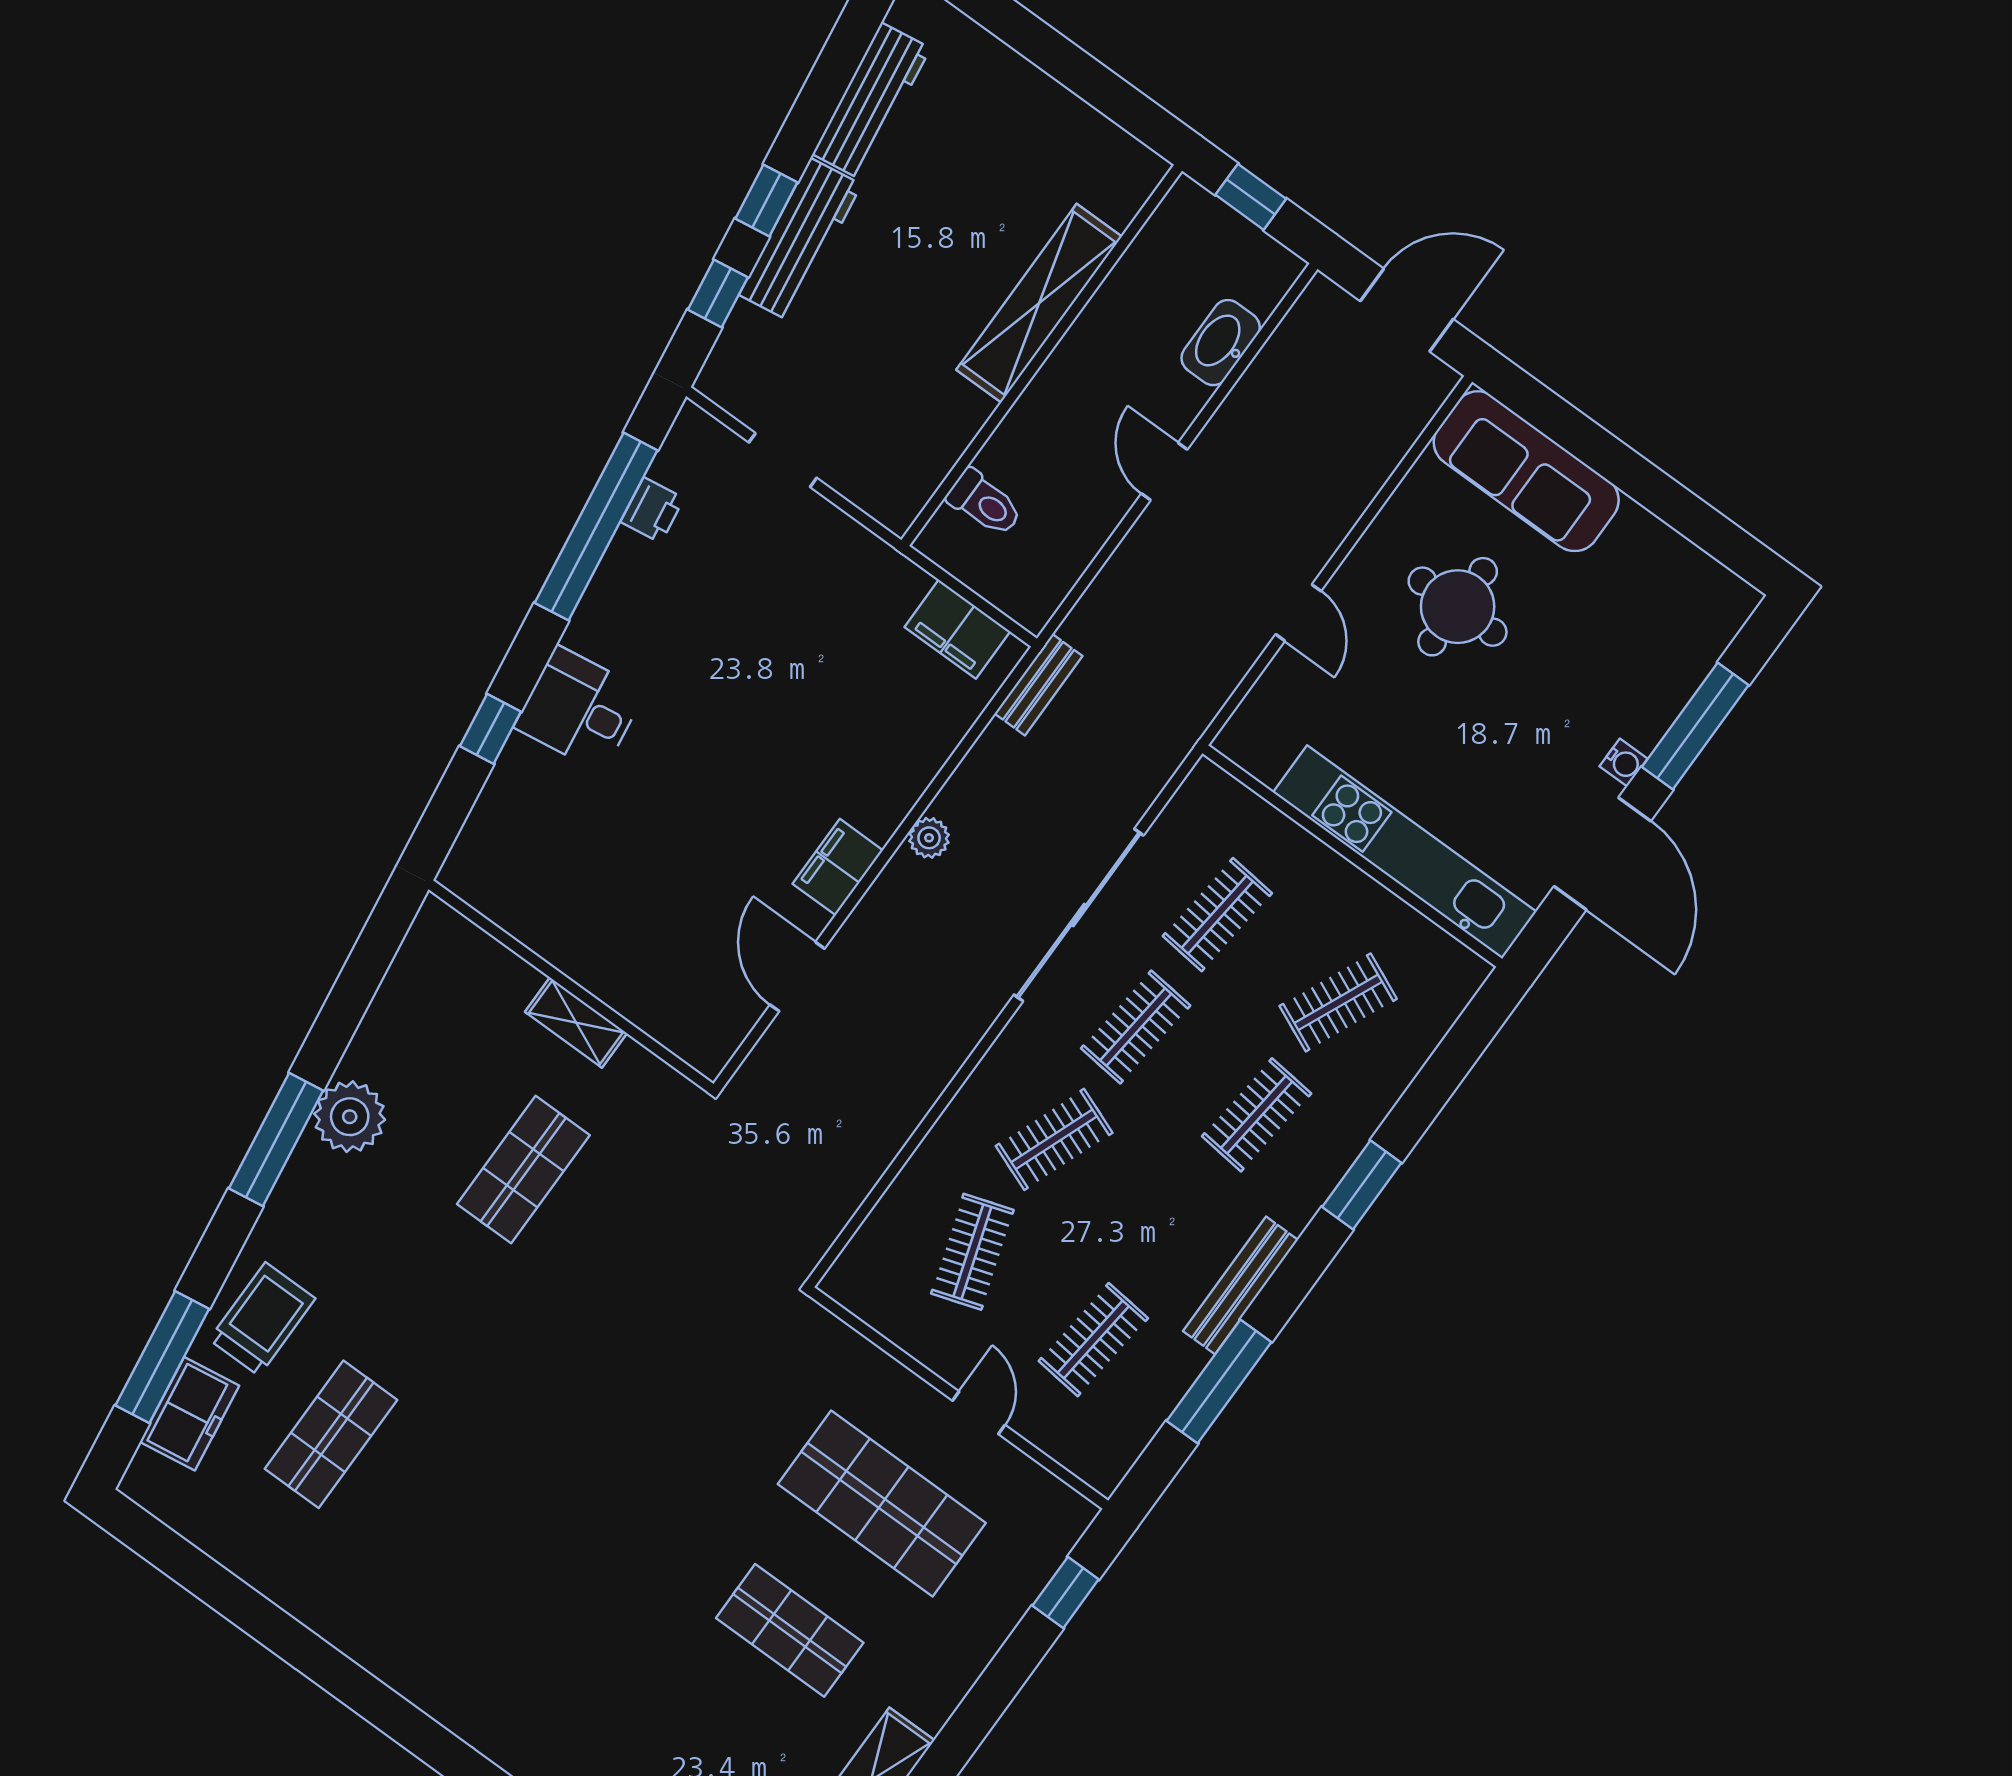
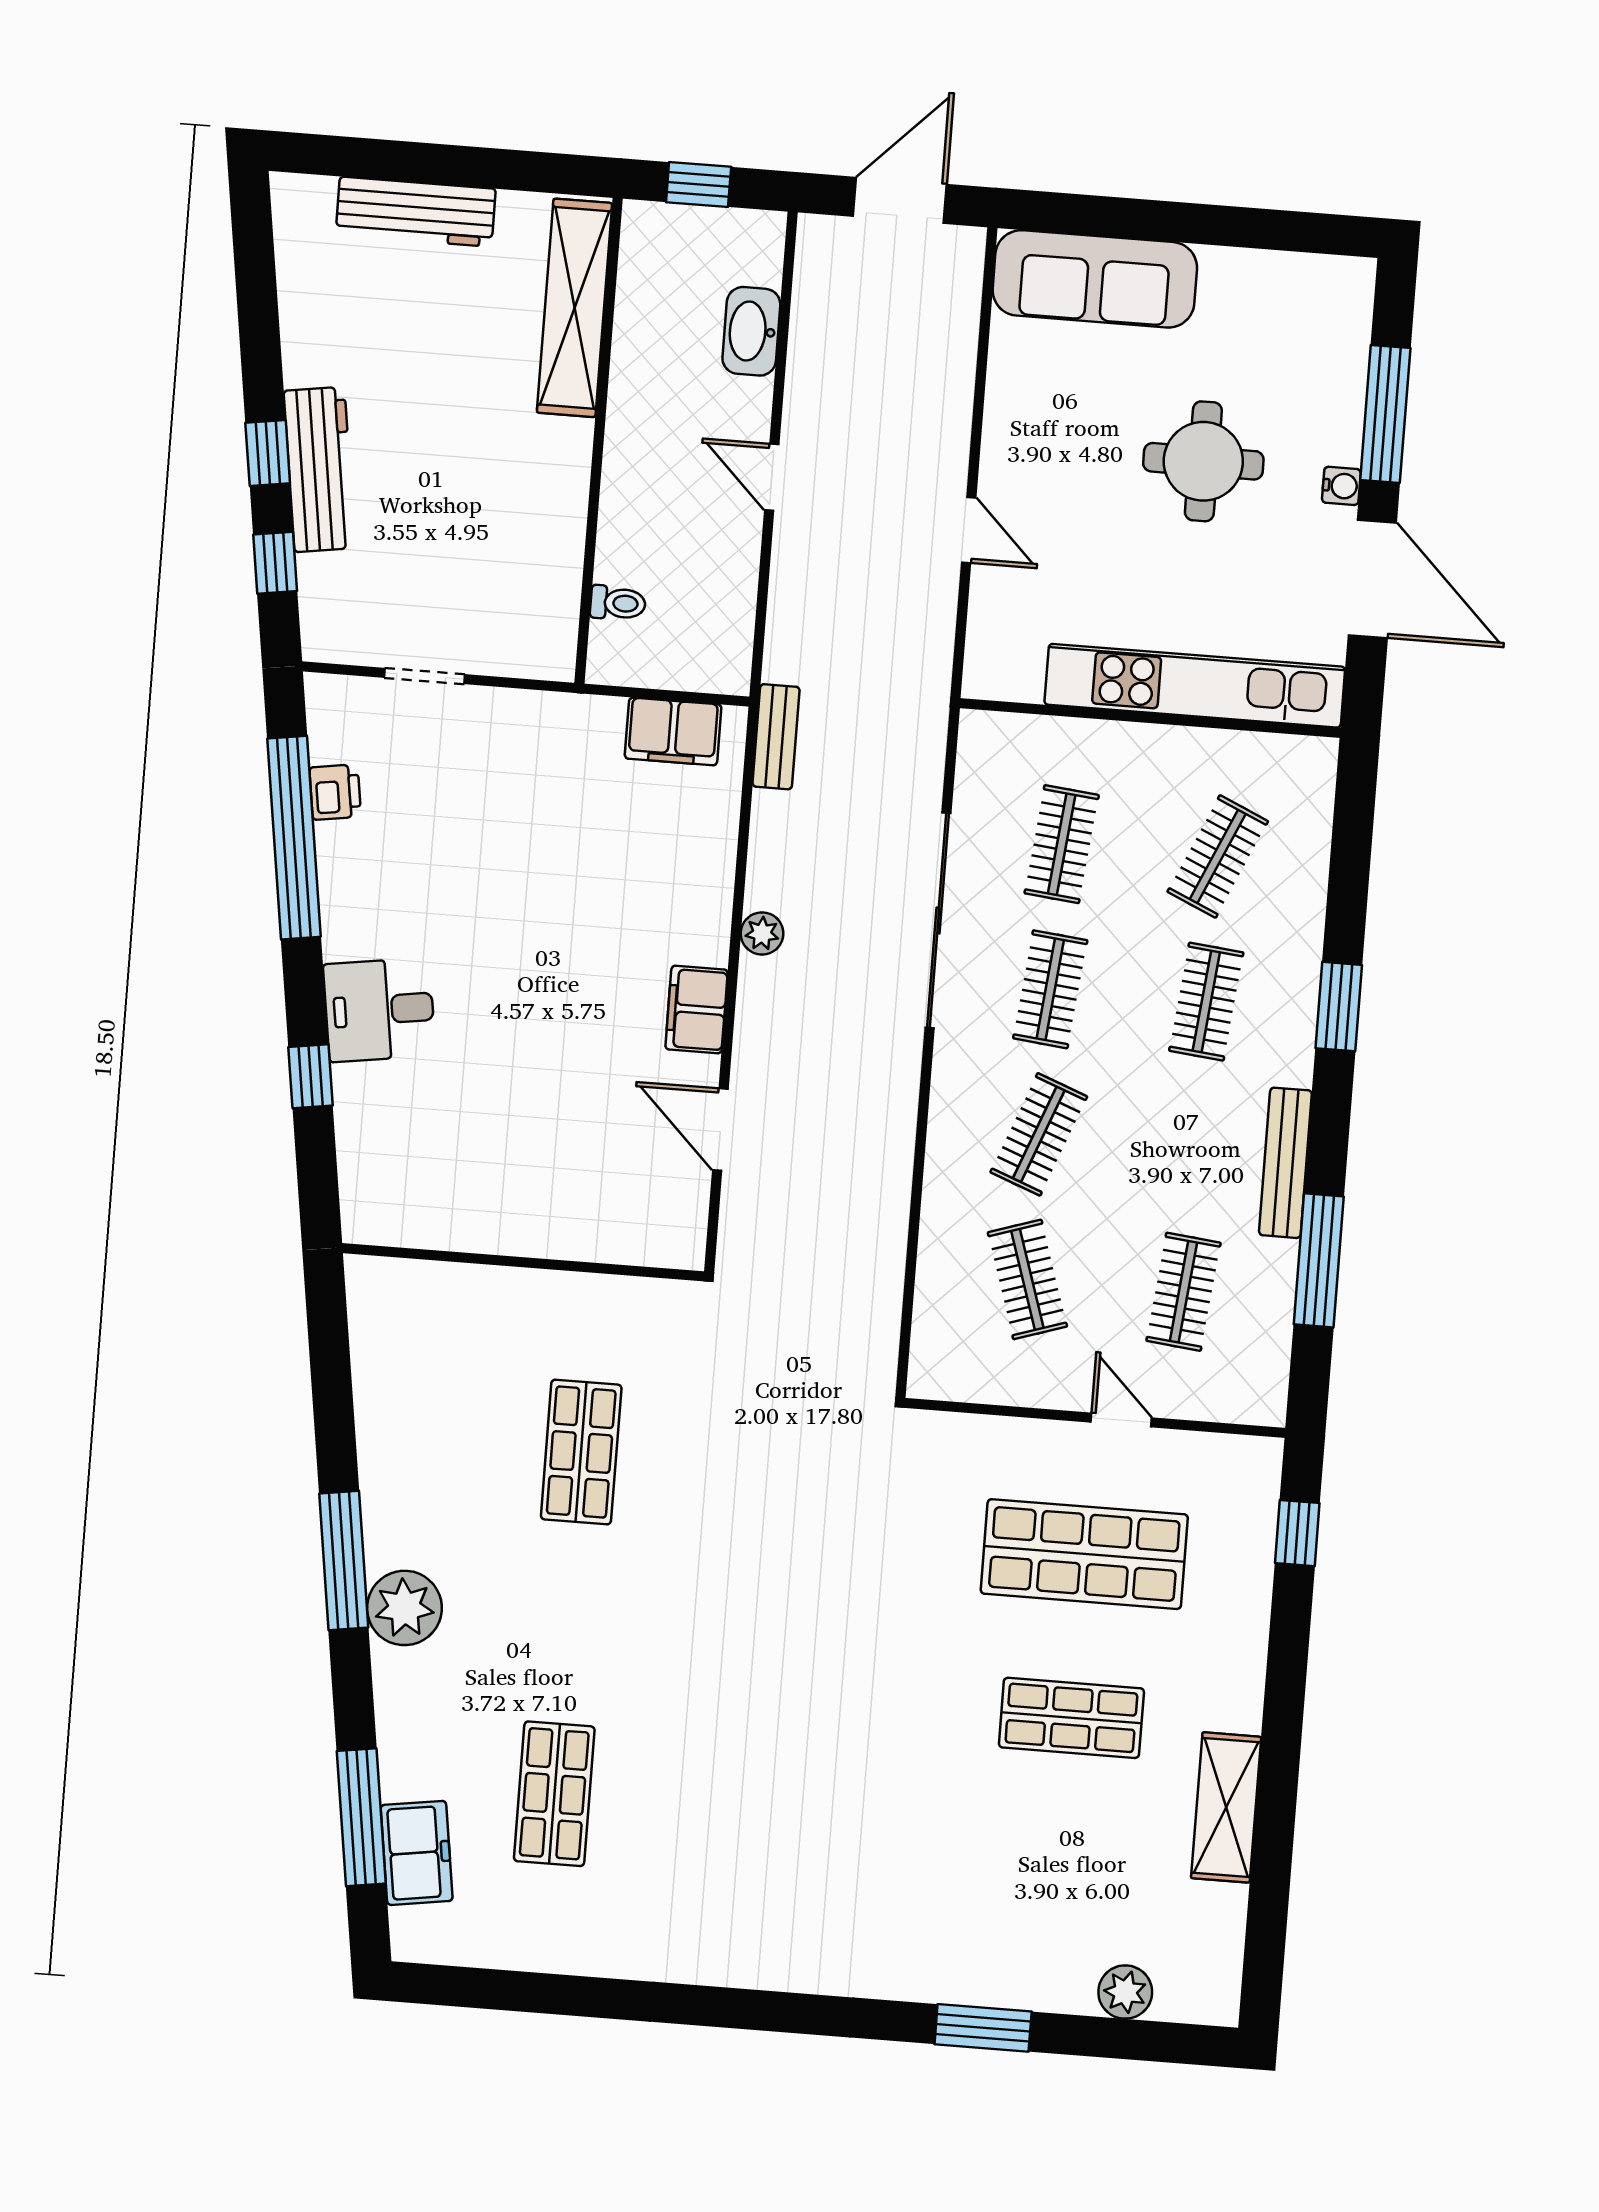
workbench: (871, 101) -> (416, 212), moved, turned 98
shelving: (1039, 303) -> (574, 308), moved
toilet: (985, 503) -> (618, 603), width x0.73, depth x0.72
round table: (1458, 607) -> (1203, 461), moved
shelving: (576, 1023) -> (548, 1292), removed
plant: (350, 1117) -> (404, 1608), moved
trolley: (262, 1319) -> (430, 1728), removed

